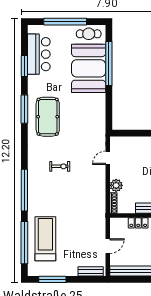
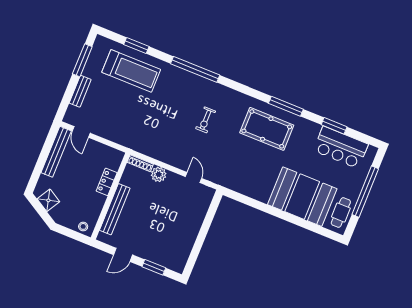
window: (109, 63) -> (299, 222), removed
window: (24, 243) -> (136, 45), width x0.47
door: (108, 246) -> (81, 132), moved
bench: (91, 271) -> (80, 91), moved

